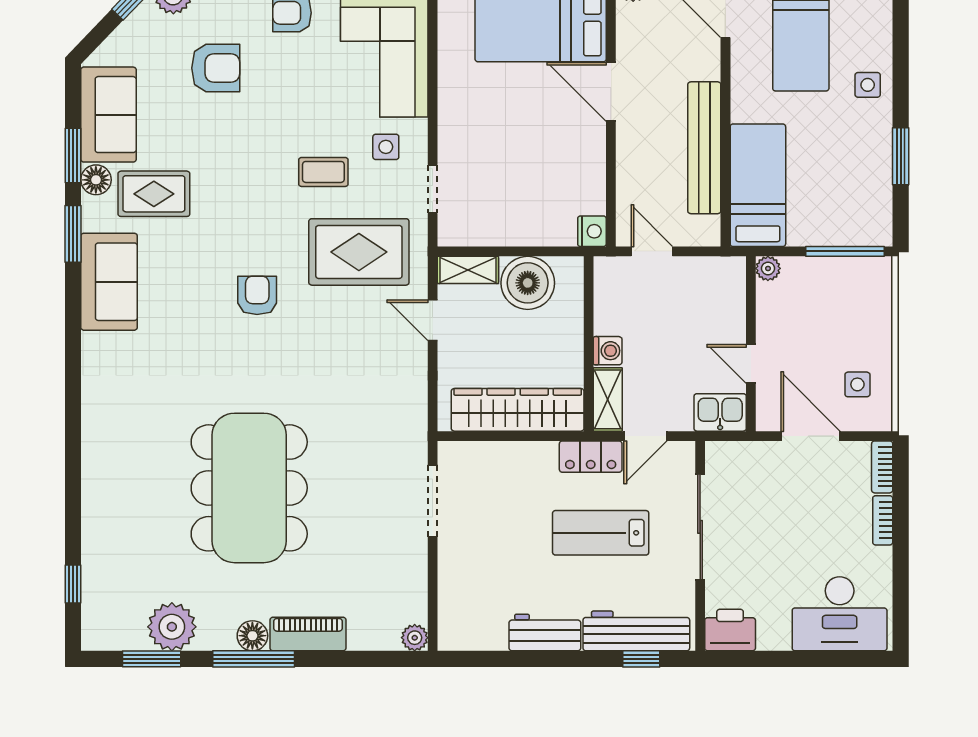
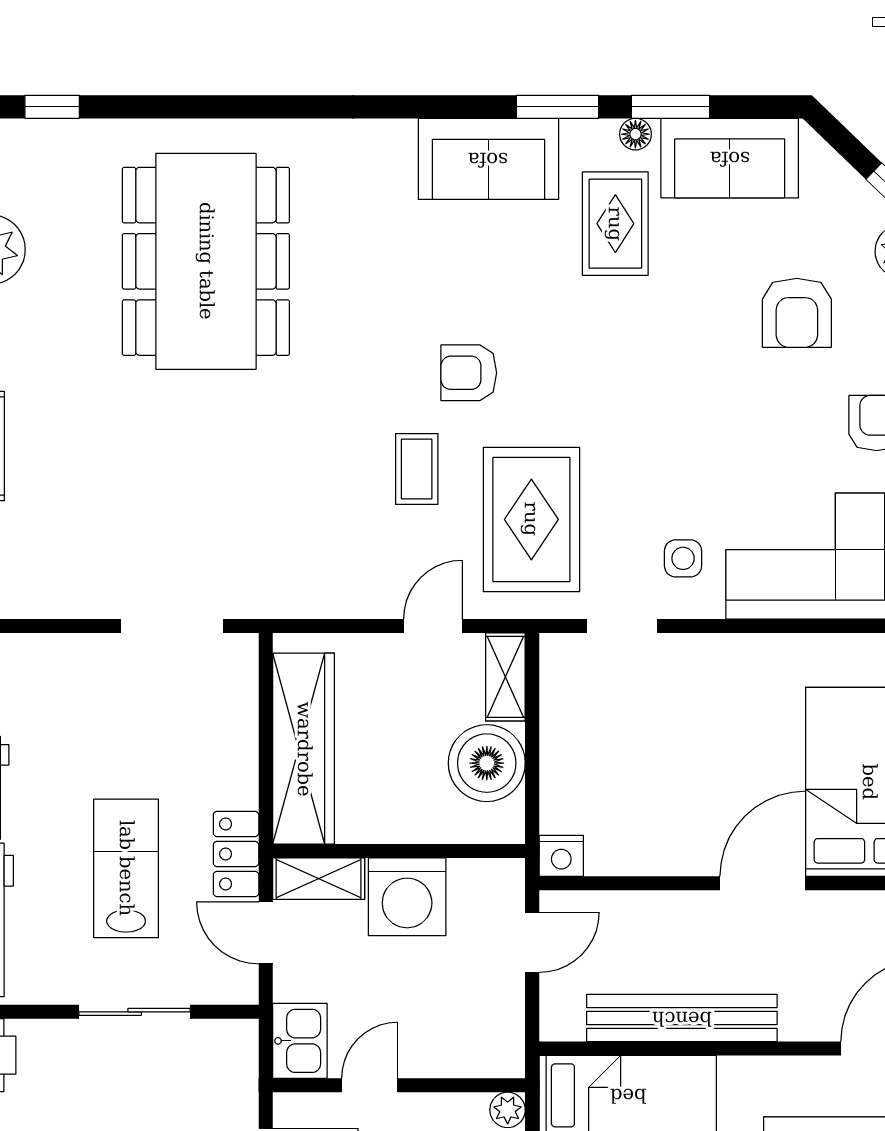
coffee table: (323, 172) -> (417, 469), moved
floor lamp: (96, 180) -> (635, 134), width x0.73, depth x0.73
armchair: (257, 295) -> (469, 373), turned 180
washing machine: (608, 351) -> (407, 897), width x1.89, depth x1.89
dining table: (249, 488) -> (206, 261), moved, turned 90
sliding door: (700, 527) -> (135, 1012), width x0.73

